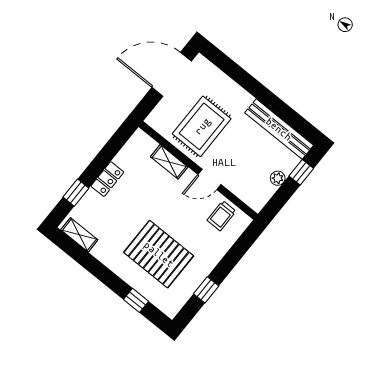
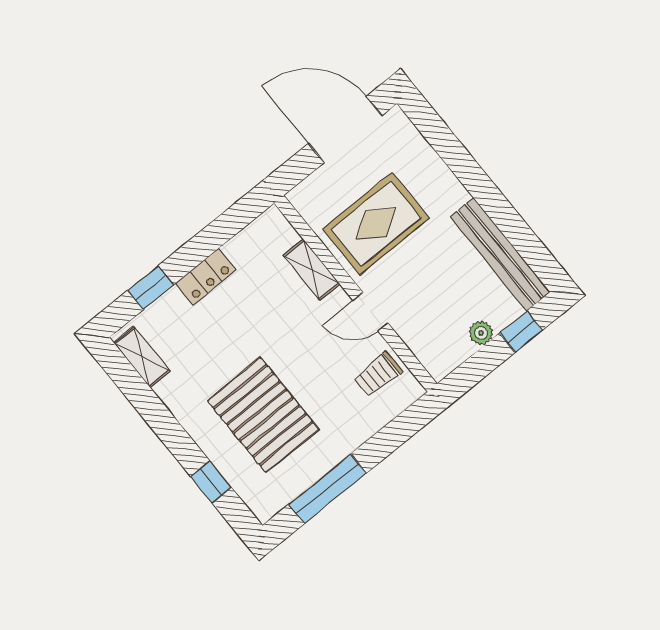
window: (206, 290) -> (328, 489), width x2.17

